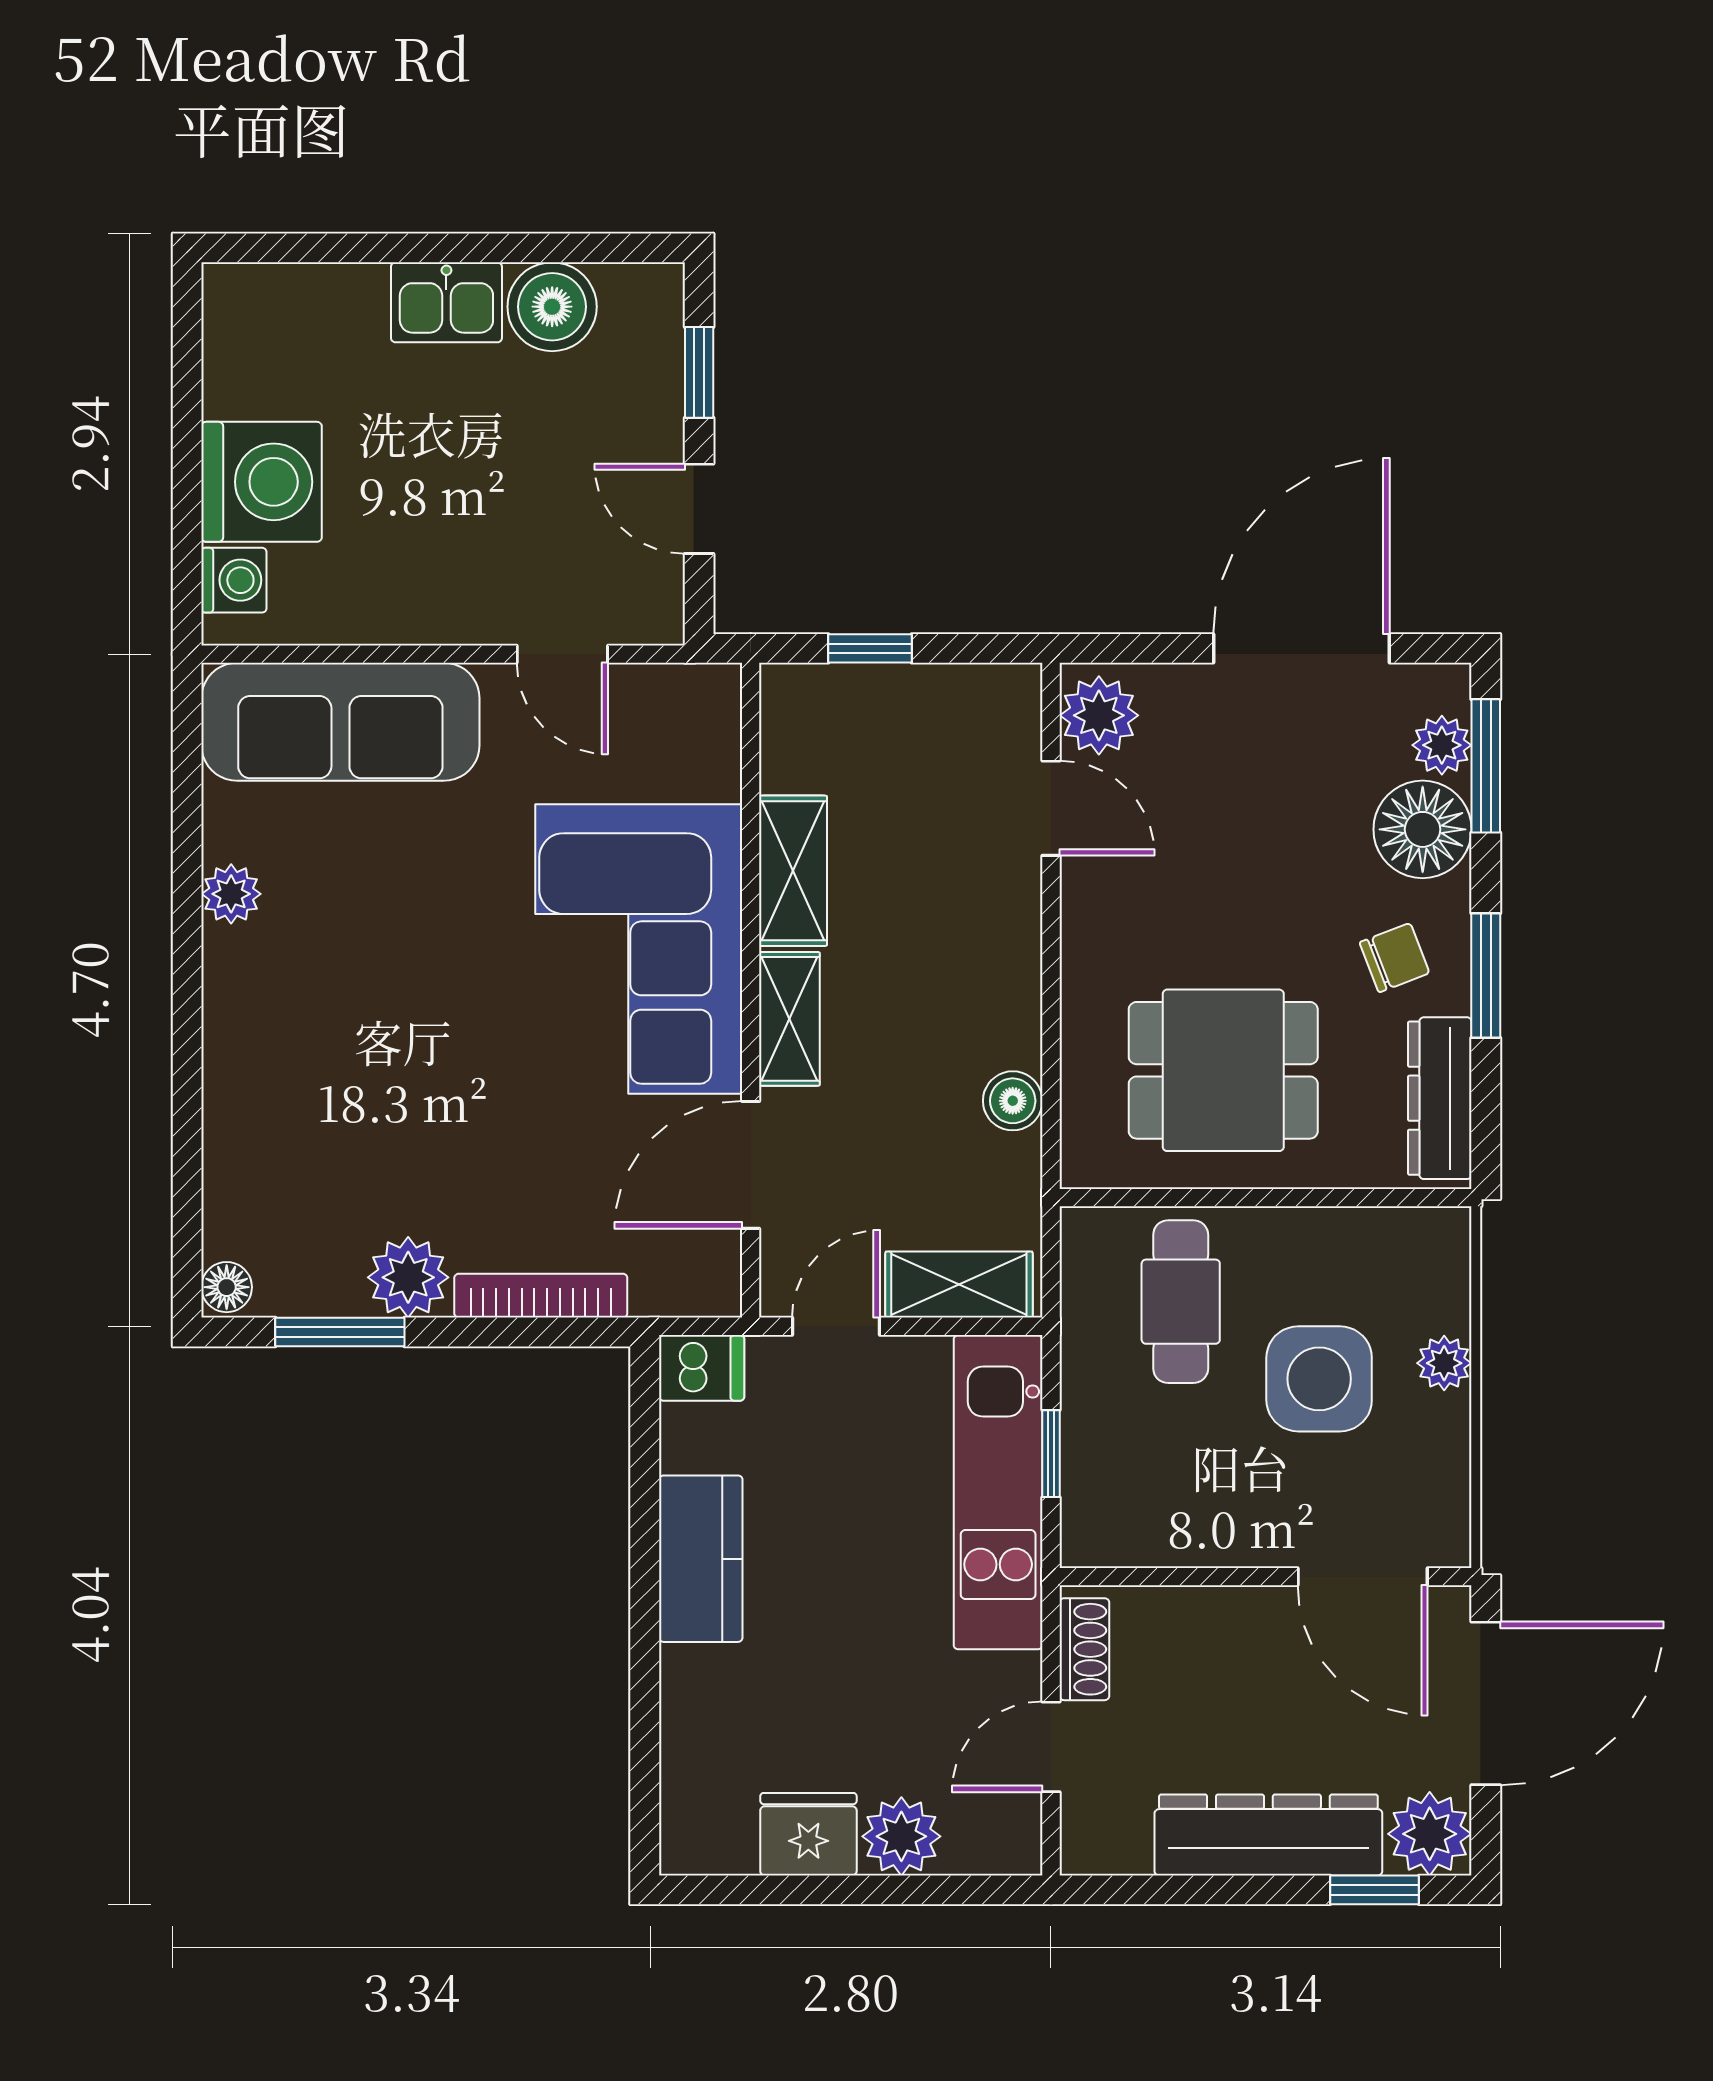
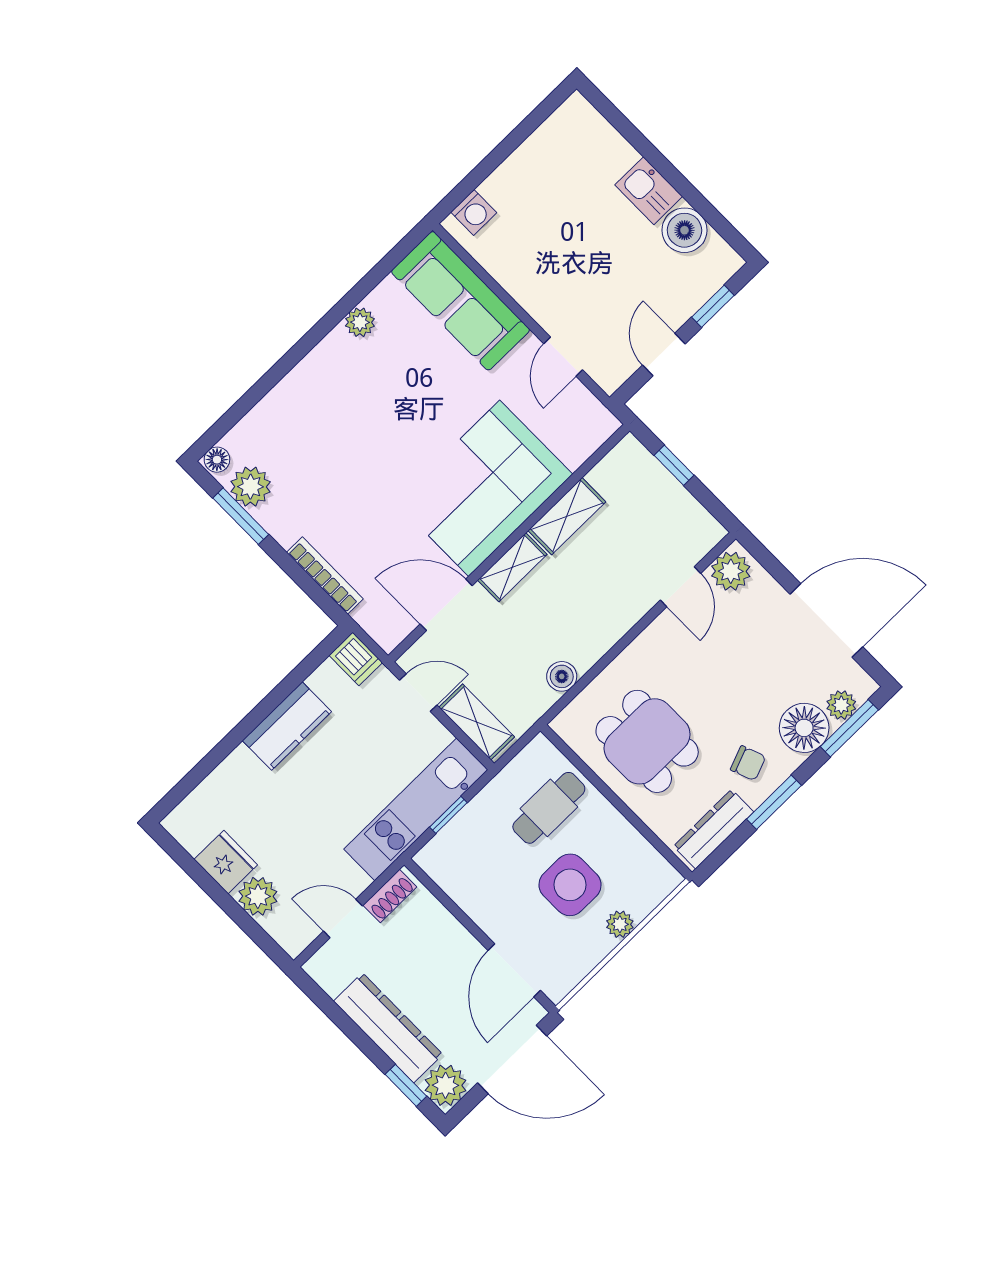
washing machine: (262, 482) -> (519, 188), removed
plant: (408, 1277) -> (251, 487), moved

